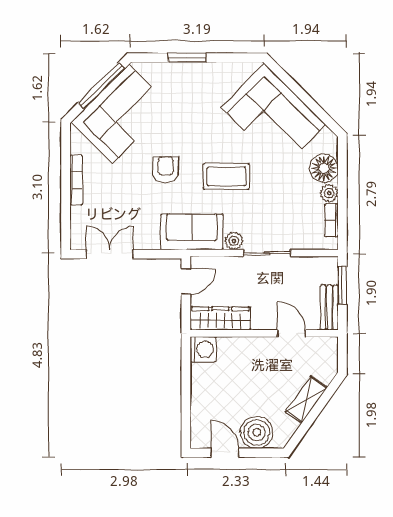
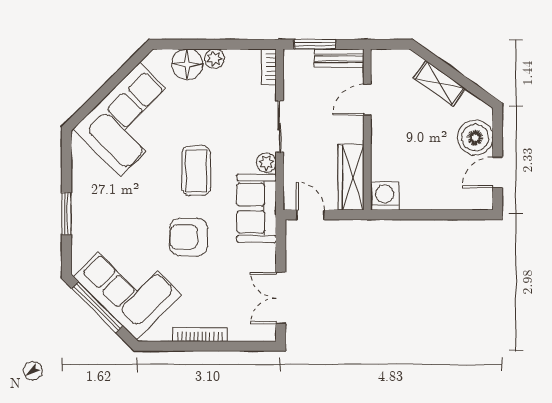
armchair: (166, 170) -> (189, 237), width x1.38, depth x1.38
bookcase: (331, 220) -> (269, 67), moved, turned 90

